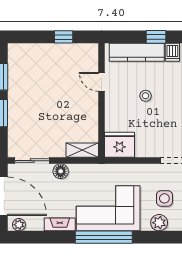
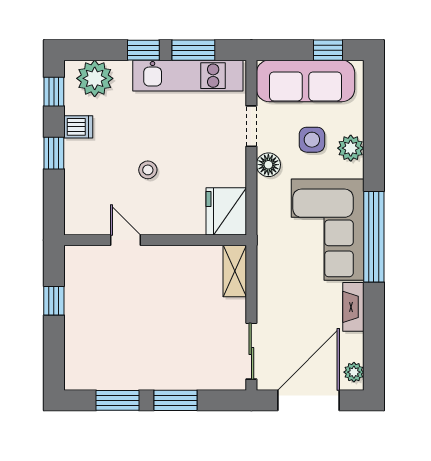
kitchen counter: (137, 52) -> (78, 184), removed
door: (102, 82) -> (125, 240), swing flipped
floor lamp: (61, 171) -> (268, 165), moved

